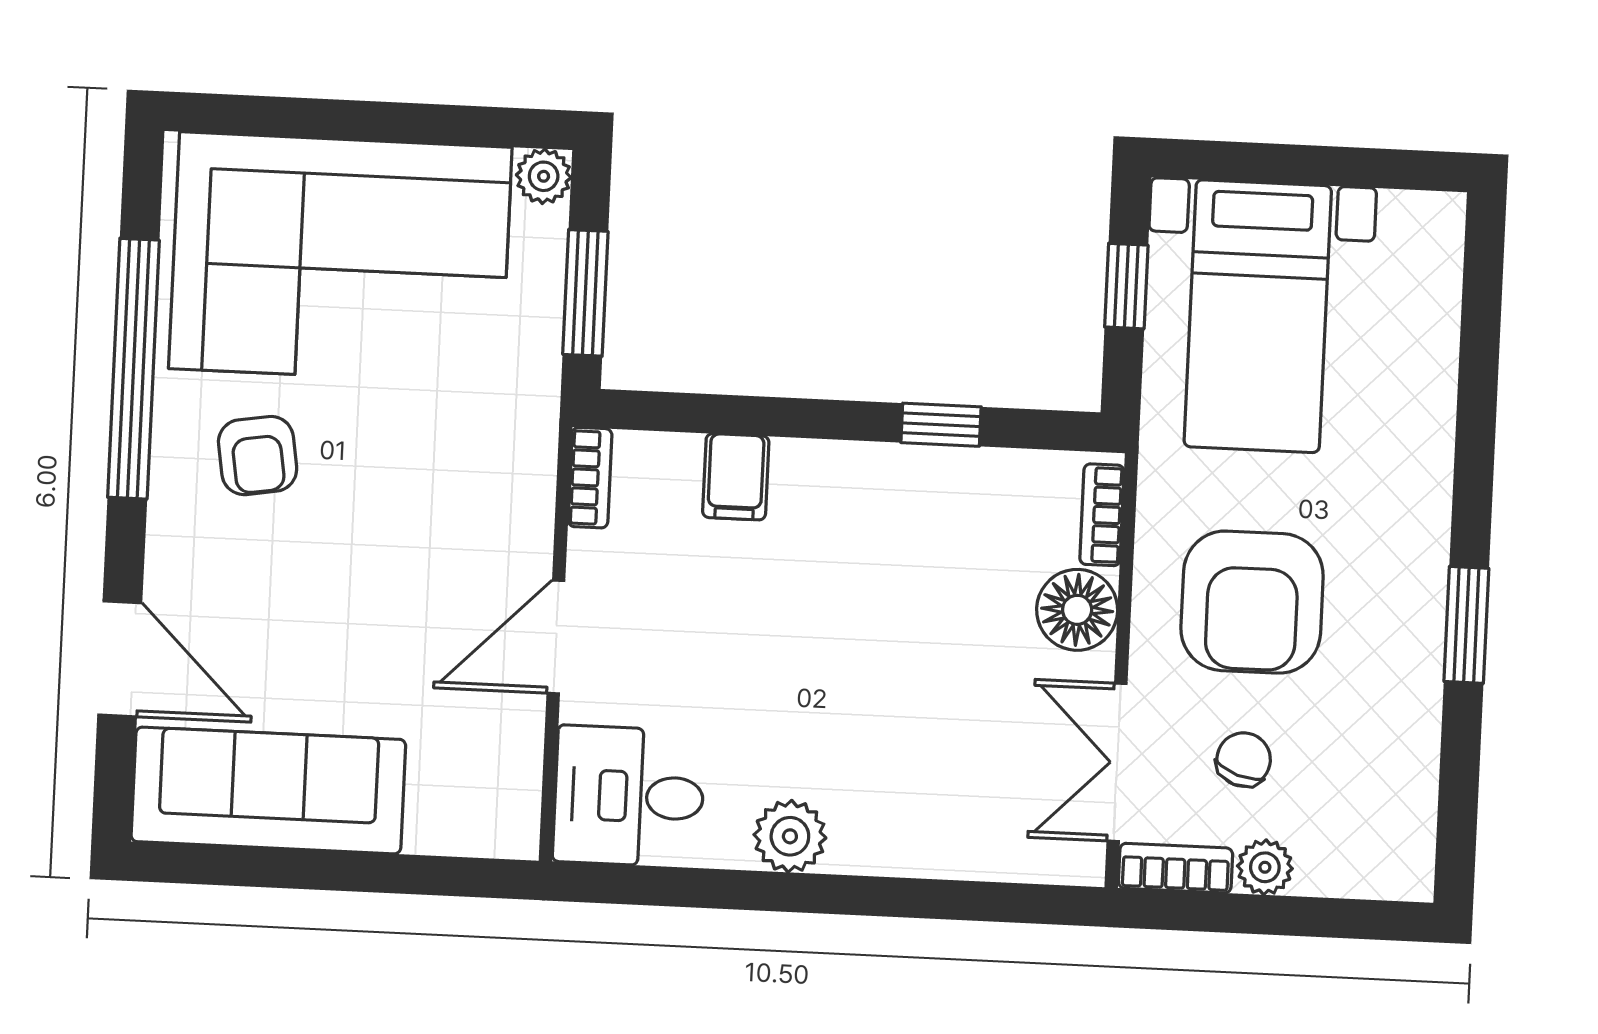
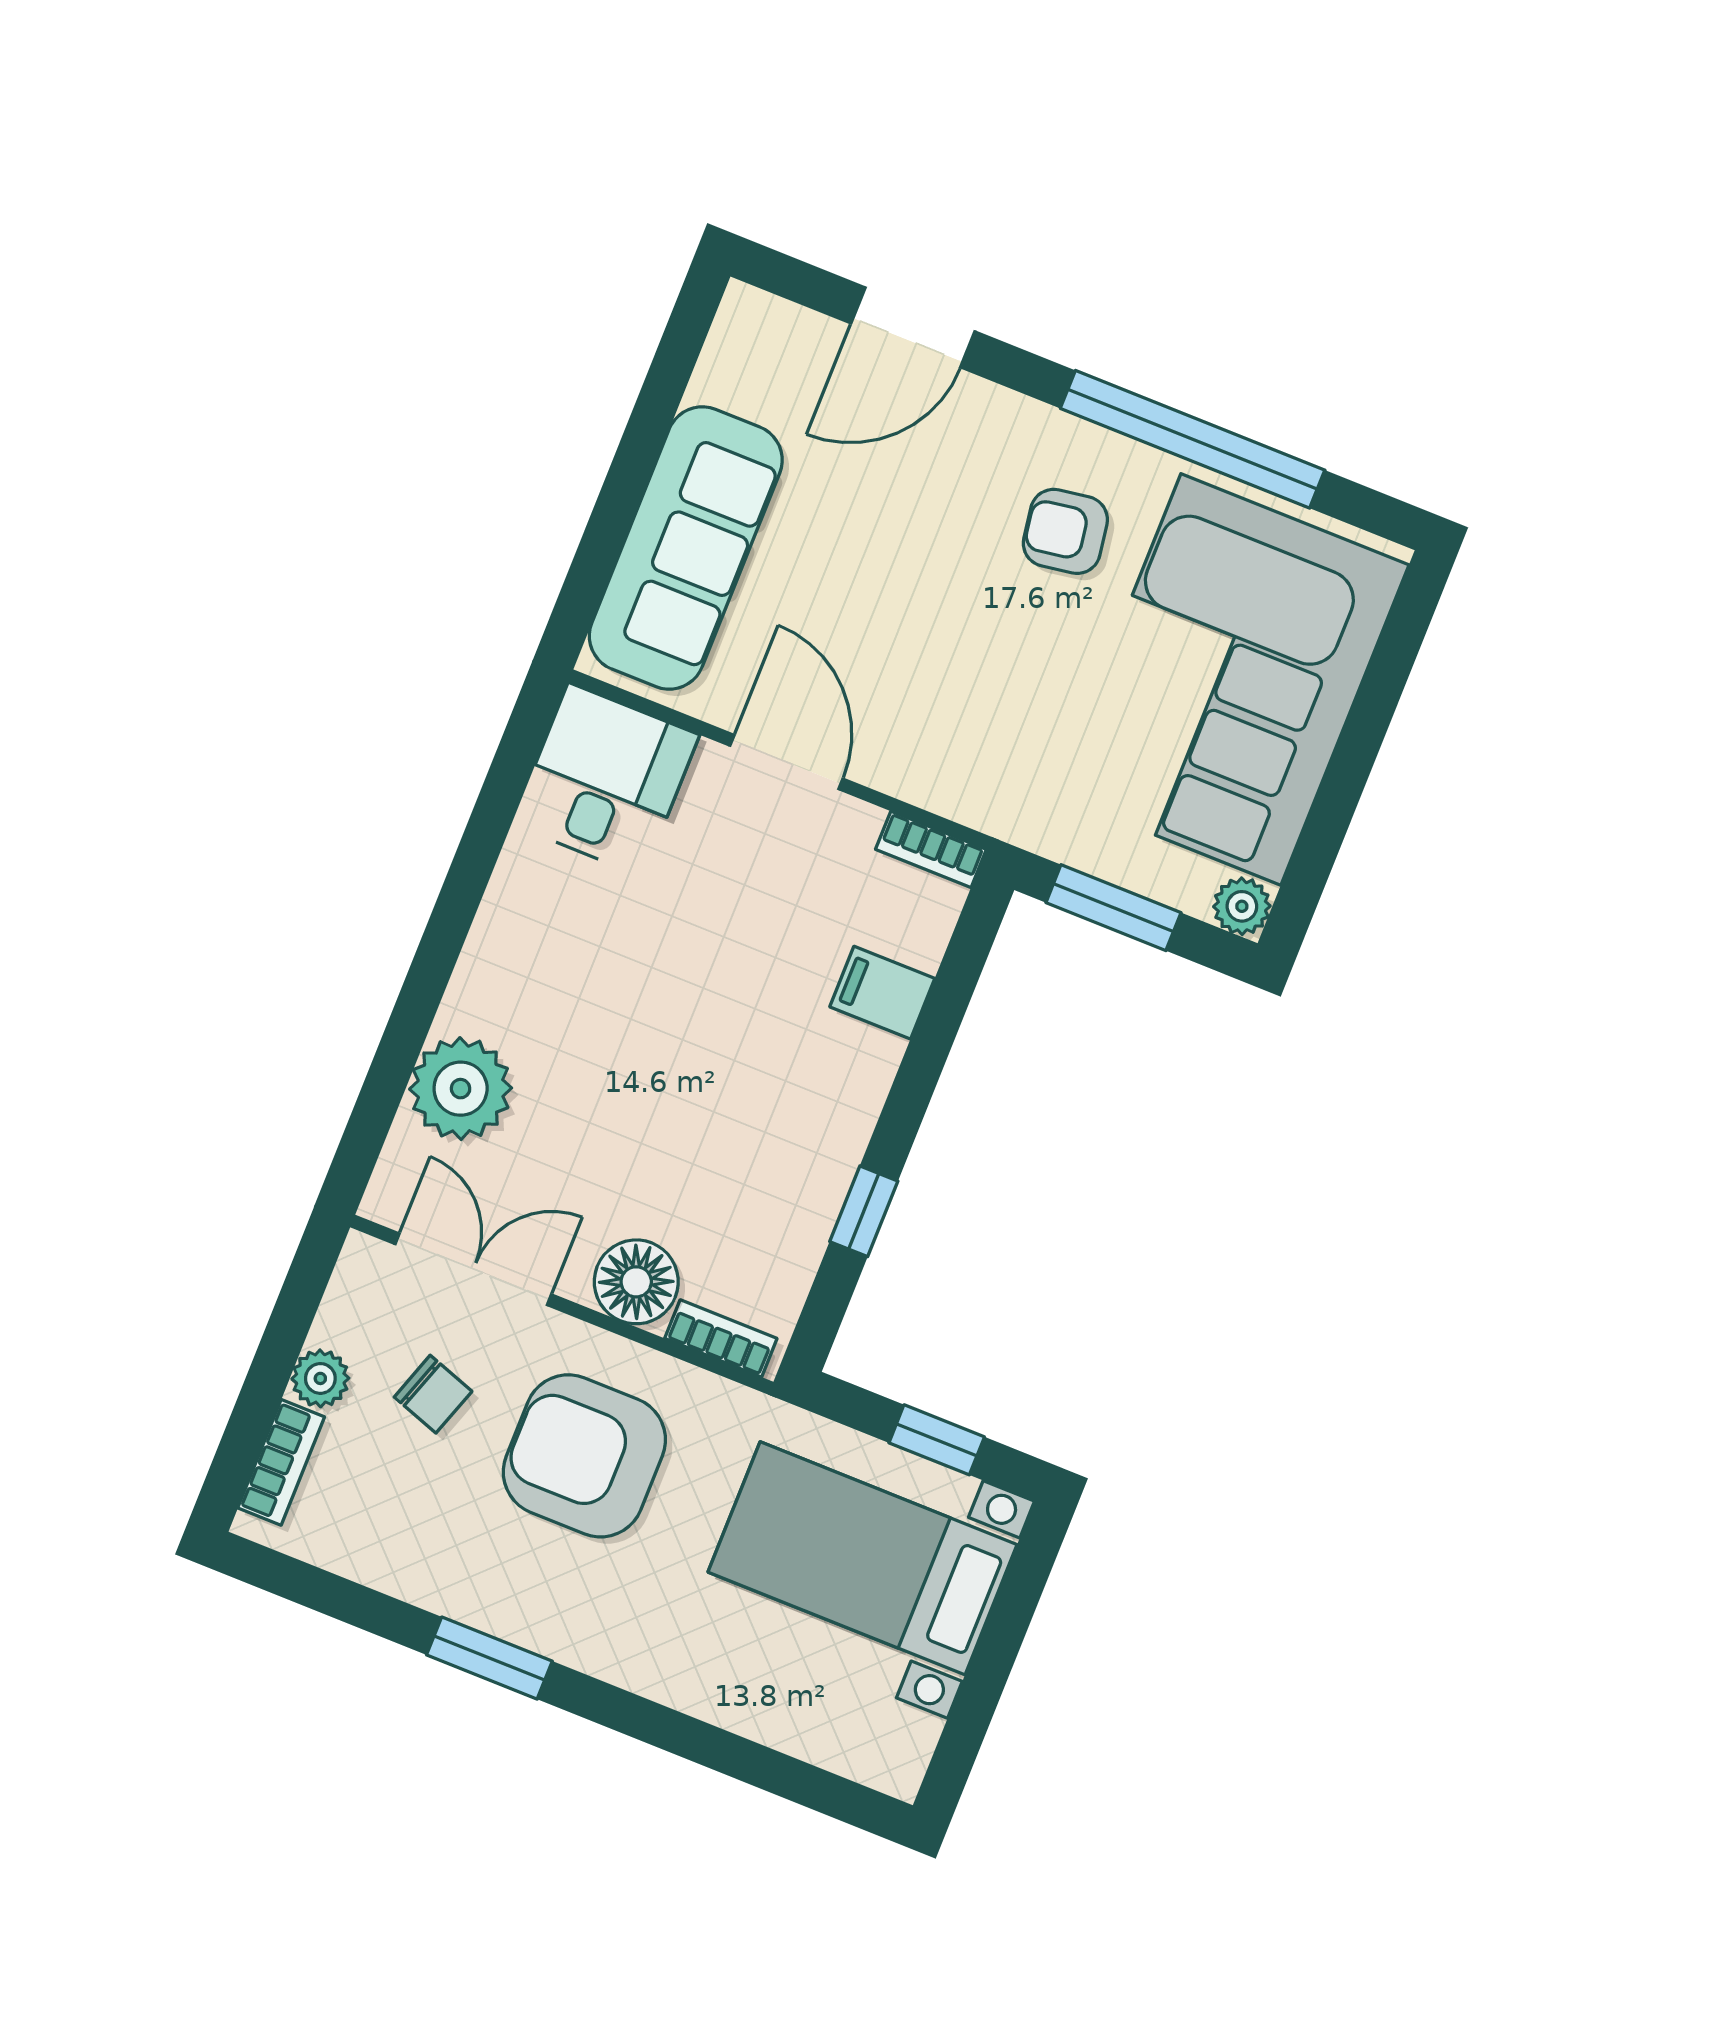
sofa: (268, 790) -> (686, 548), moved
plant: (790, 836) -> (461, 1089), moved, width x1.36, depth x1.36
bookcase: (1176, 868) -> (281, 1462), moved

